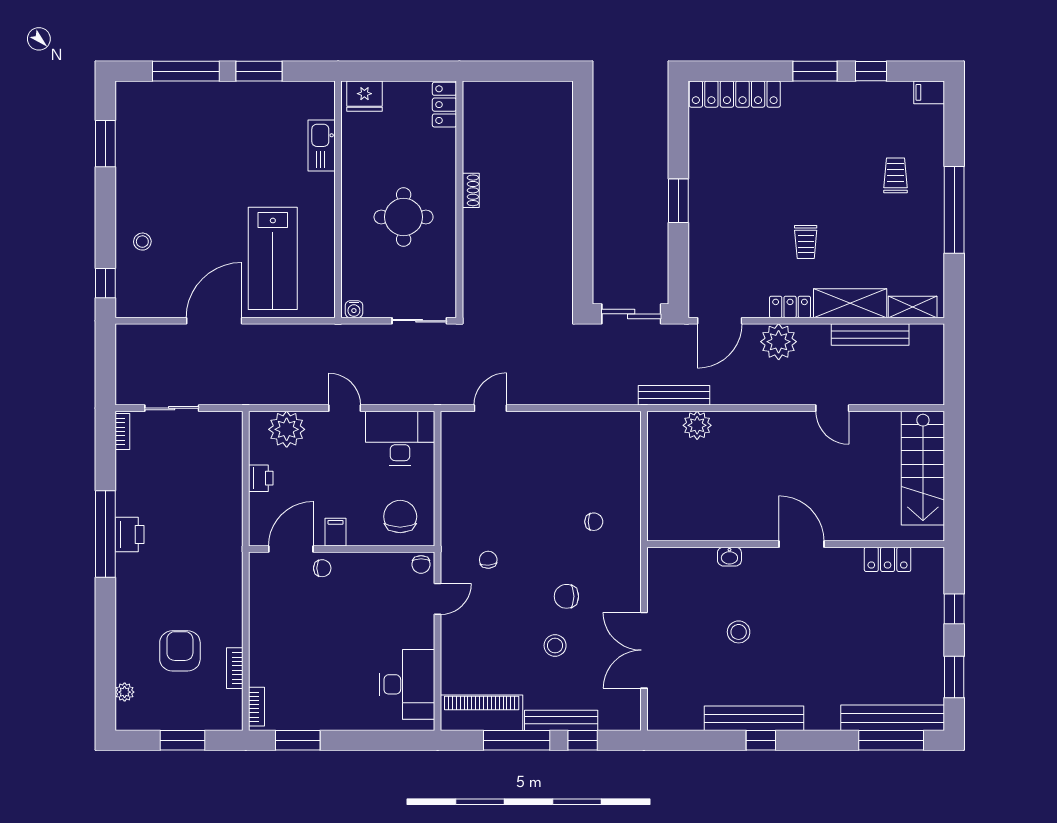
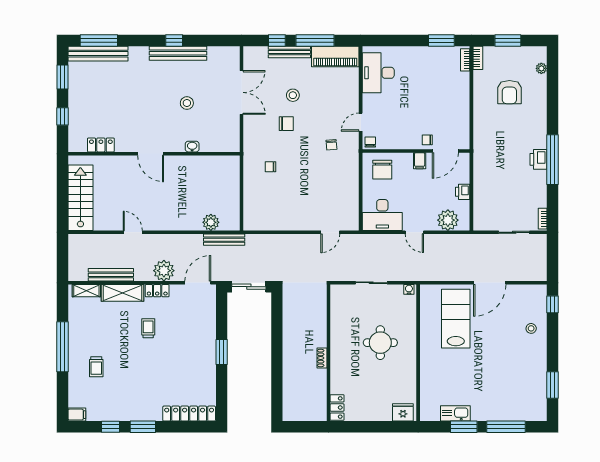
locker: (444, 105) -> (337, 407), moved
kitchen sink: (322, 146) -> (455, 413), moved, turned -90
shoe rack: (471, 190) -> (322, 358), moved
wall: (459, 199) -> (328, 353), moved
bookcase: (235, 668) -> (478, 58), moved

